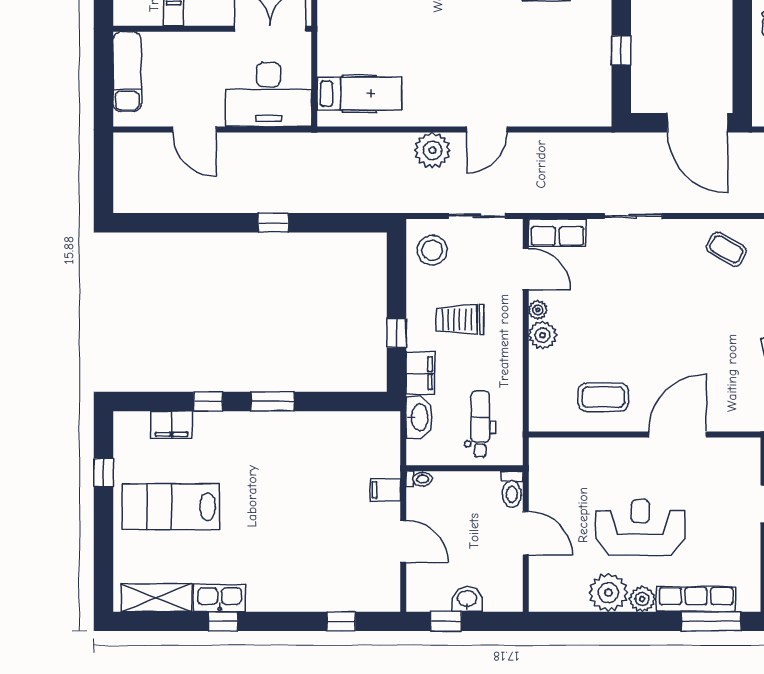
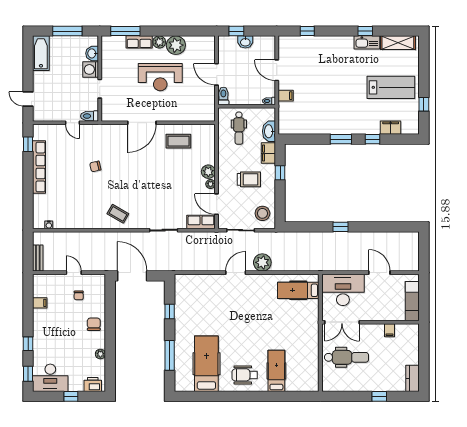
row of seats: (696, 599) -> (139, 42), width x0.68
window: (446, 621) -> (236, 31), moved

